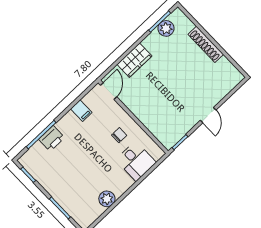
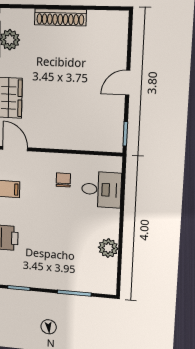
door: (208, 115) -> (128, 83), swing flipped

